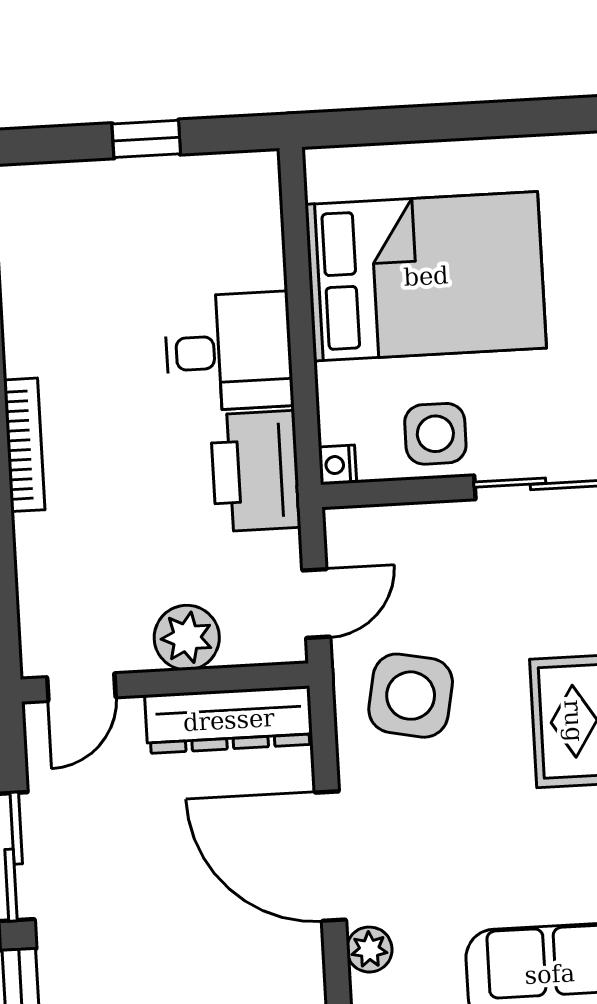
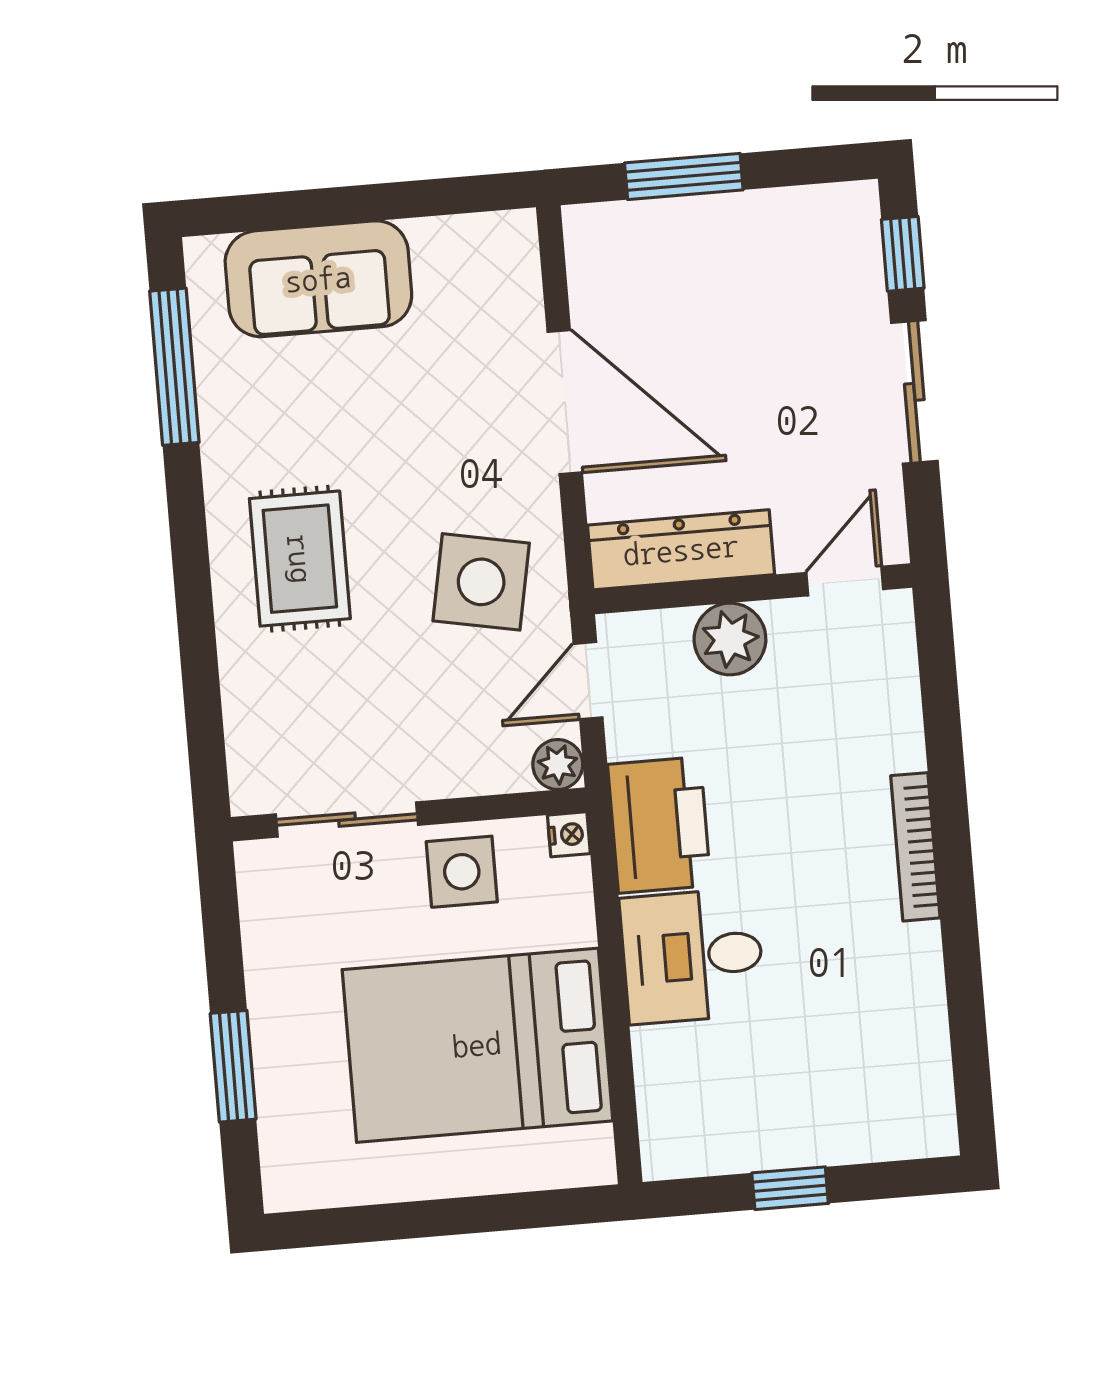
plant: (369, 950) -> (558, 764), moved

